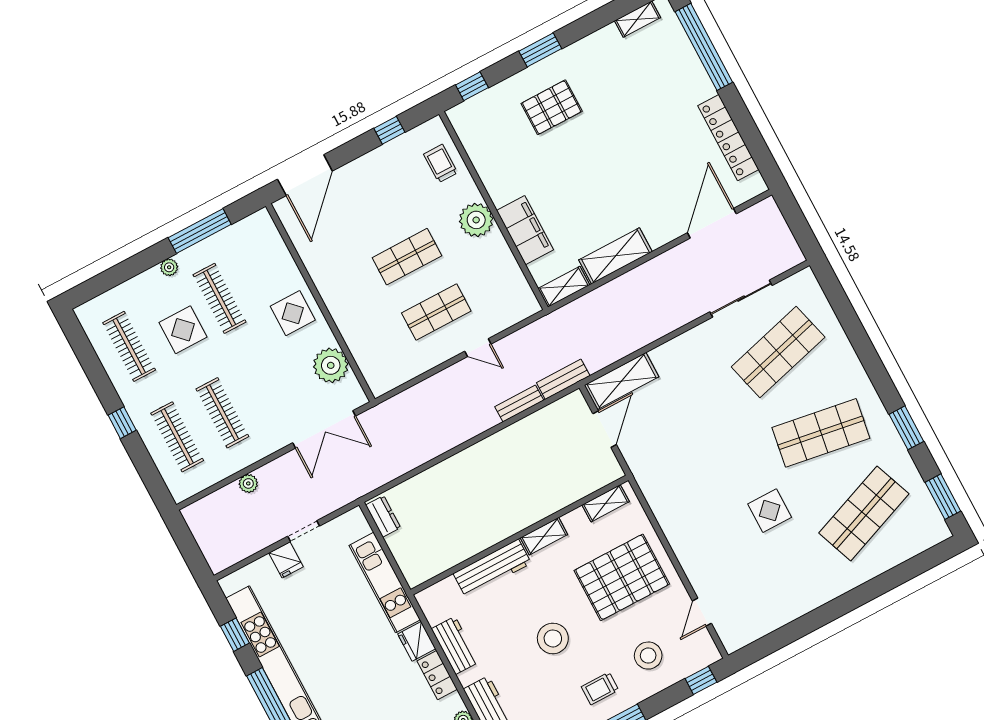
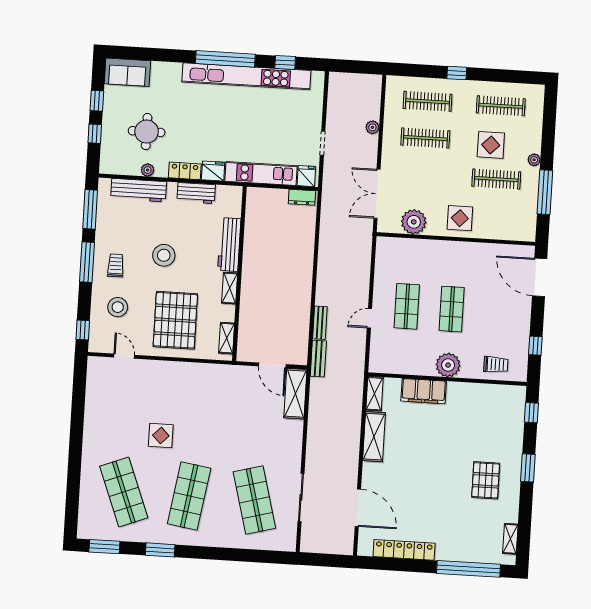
pallet: (552, 107) -> (486, 480), moved
fridge: (286, 560) -> (306, 176), moved, turned 90

